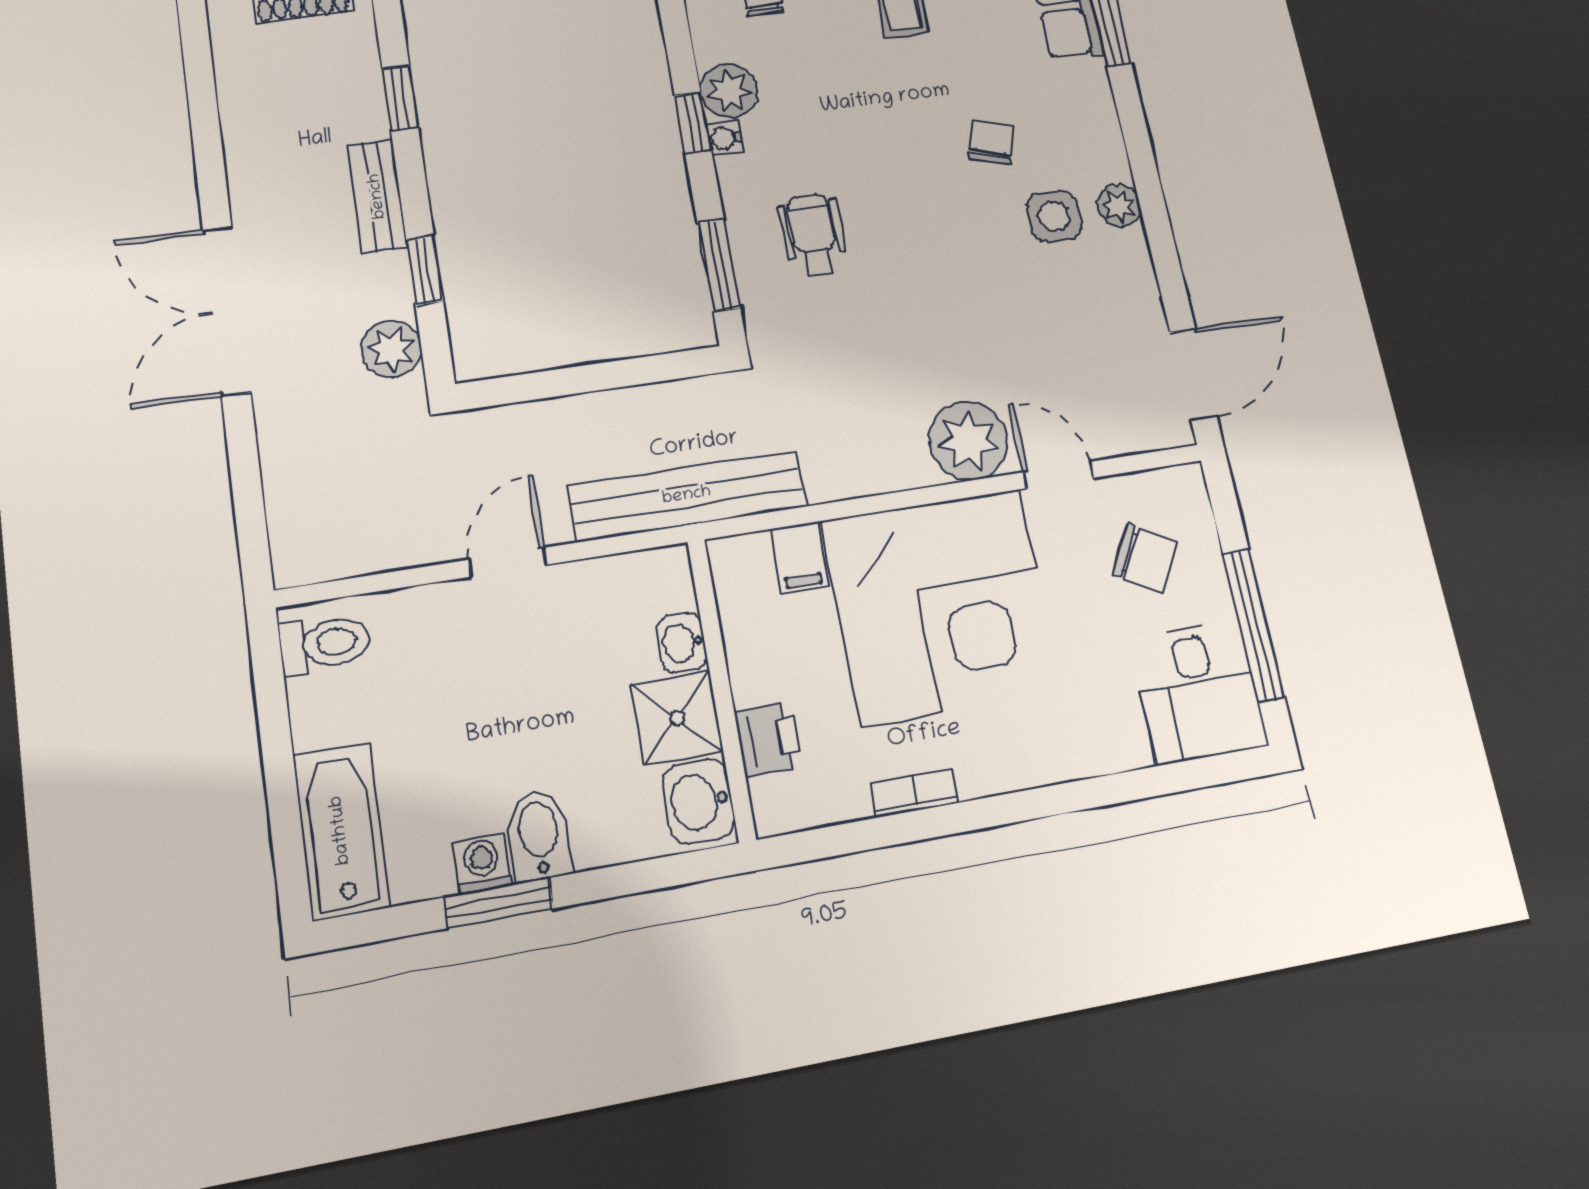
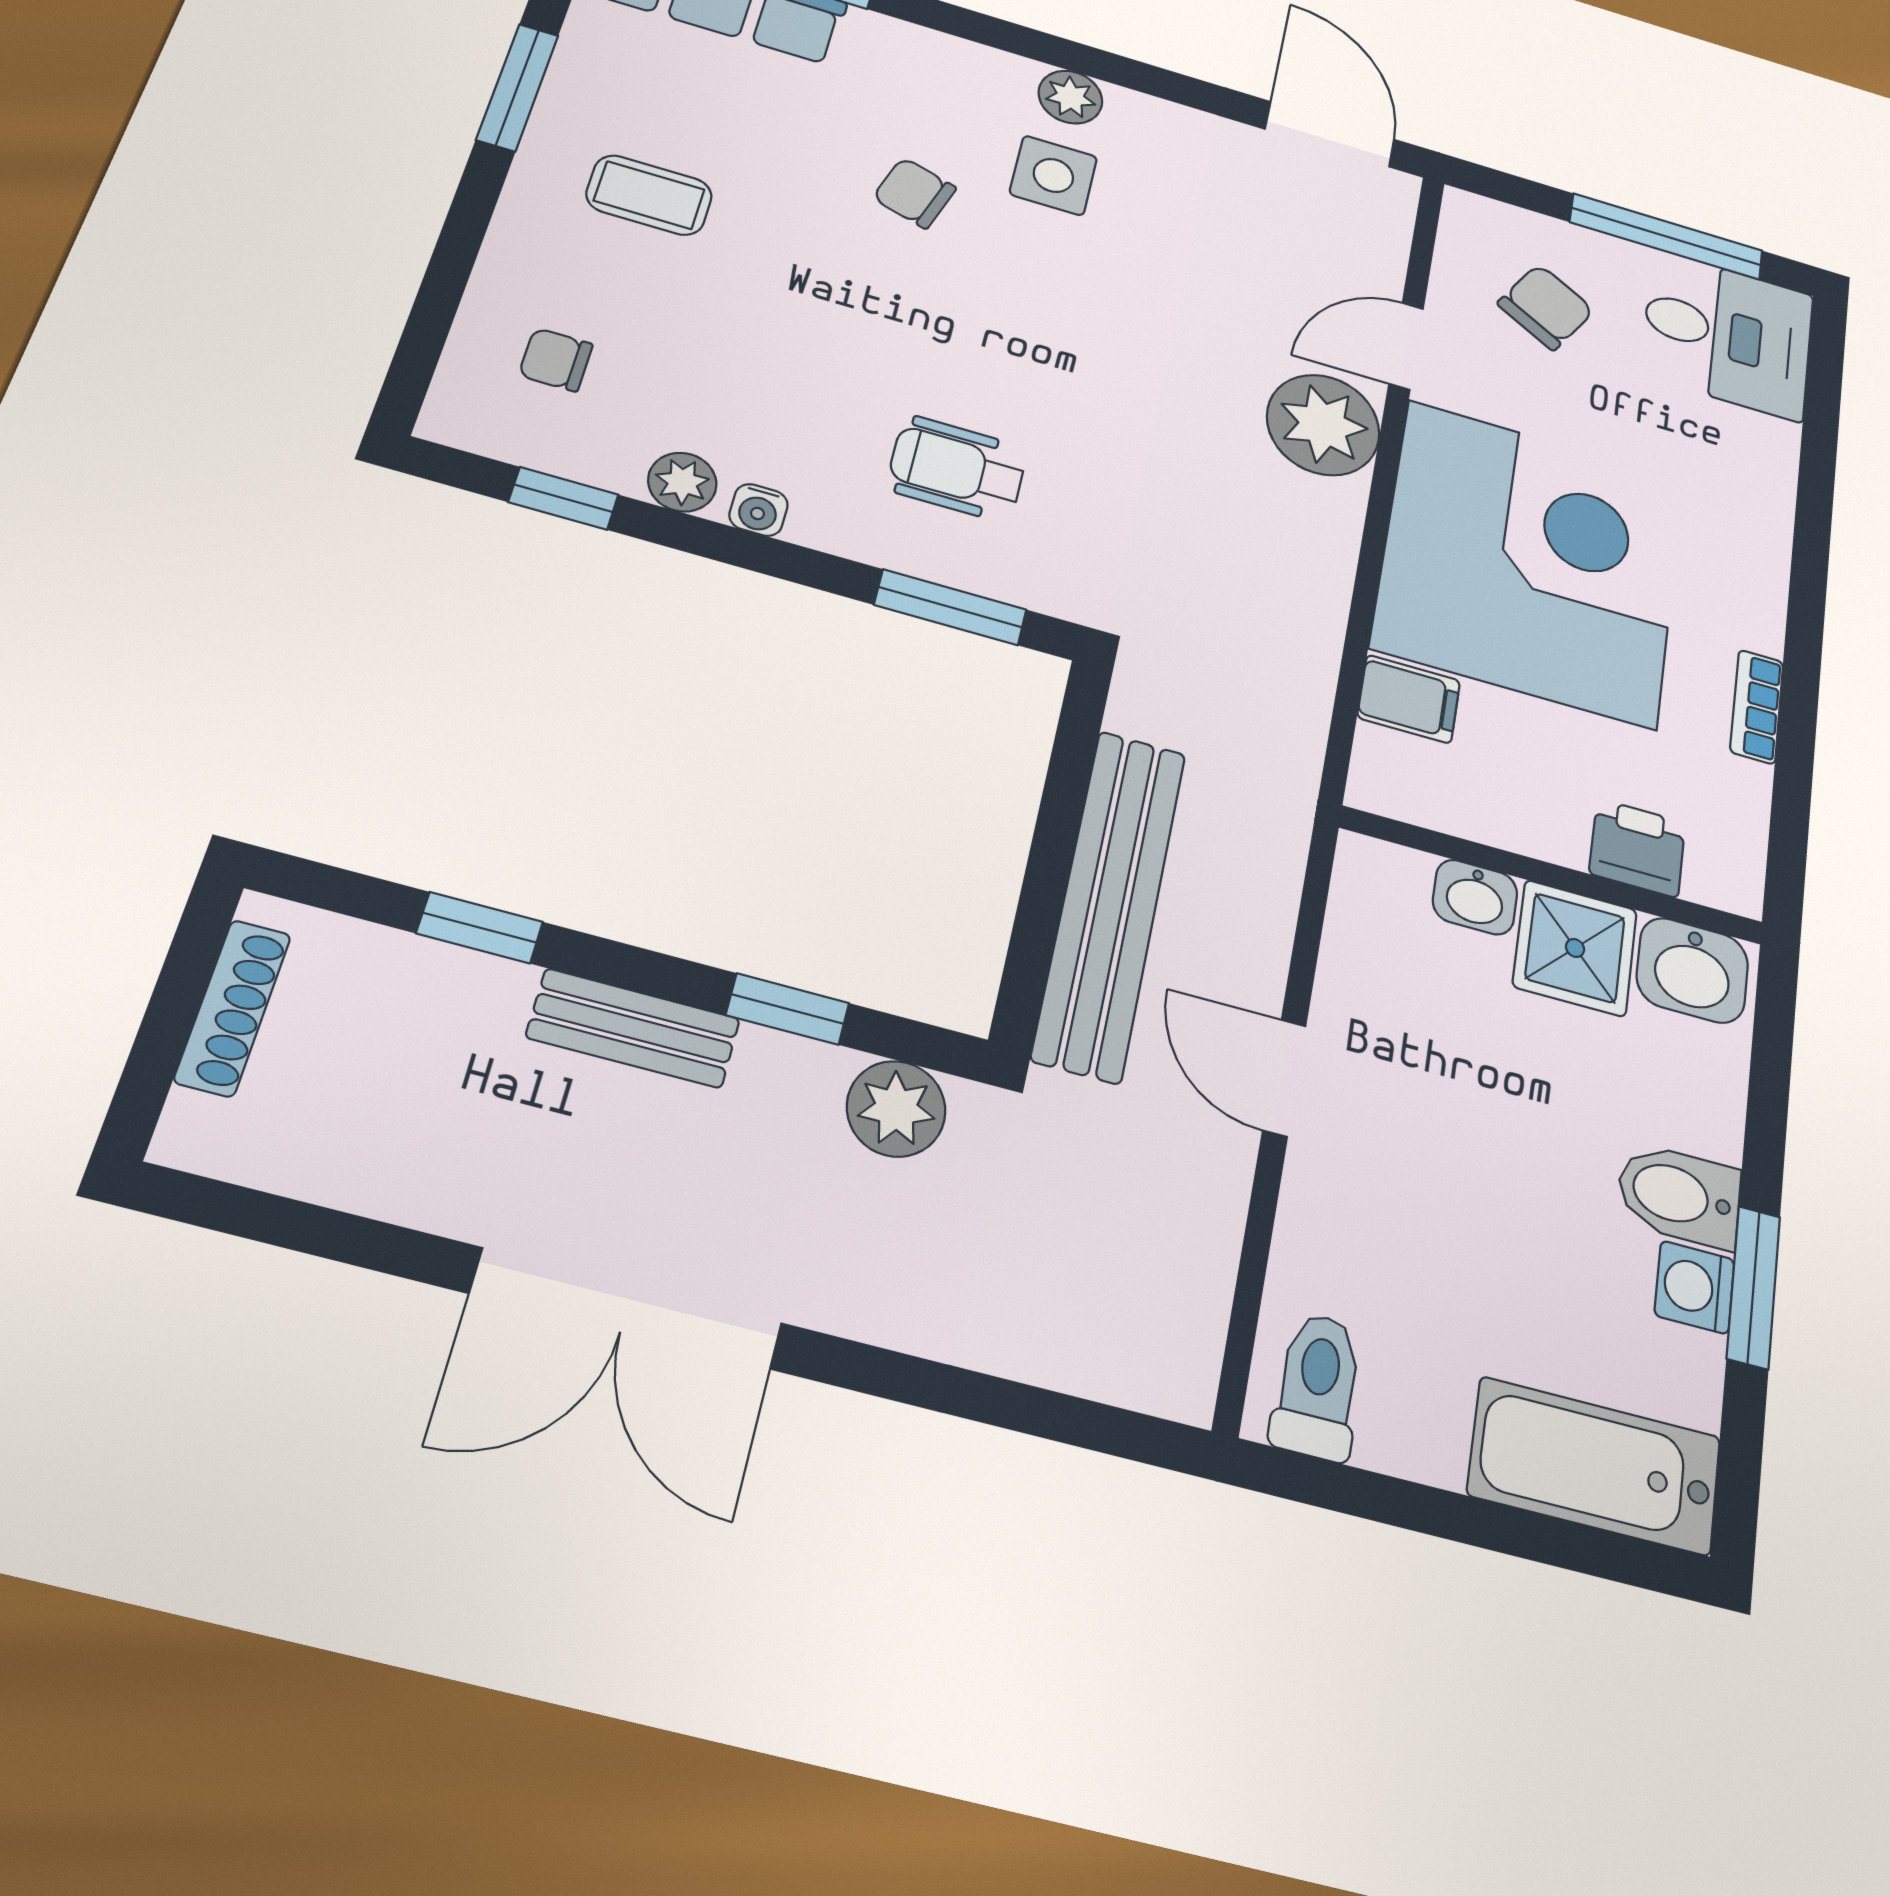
plant: (729, 91) -> (682, 482), width x0.73, depth x0.73
window: (693, 122) -> (563, 498), moved
double door: (227, 310) -> (627, 1308), moved
bench: (687, 496) -> (1110, 903), moved

